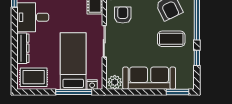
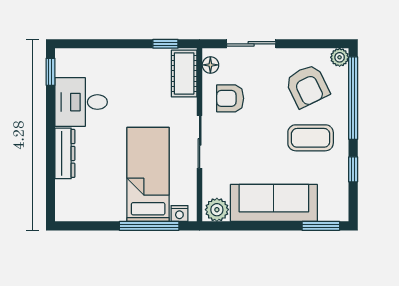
armchair: (123, 15) -> (230, 98), turned -90
rug: (34, 77) -> (83, 201), removed

